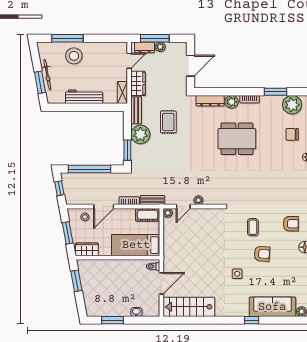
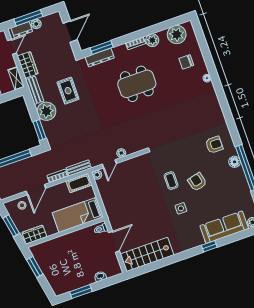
window: (276, 92) -> (102, 48), moved
plant: (232, 102) -> (152, 40), moved
coffee table: (253, 227) -> (171, 181), moved
armchair: (262, 254) -> (197, 182), turned -108

